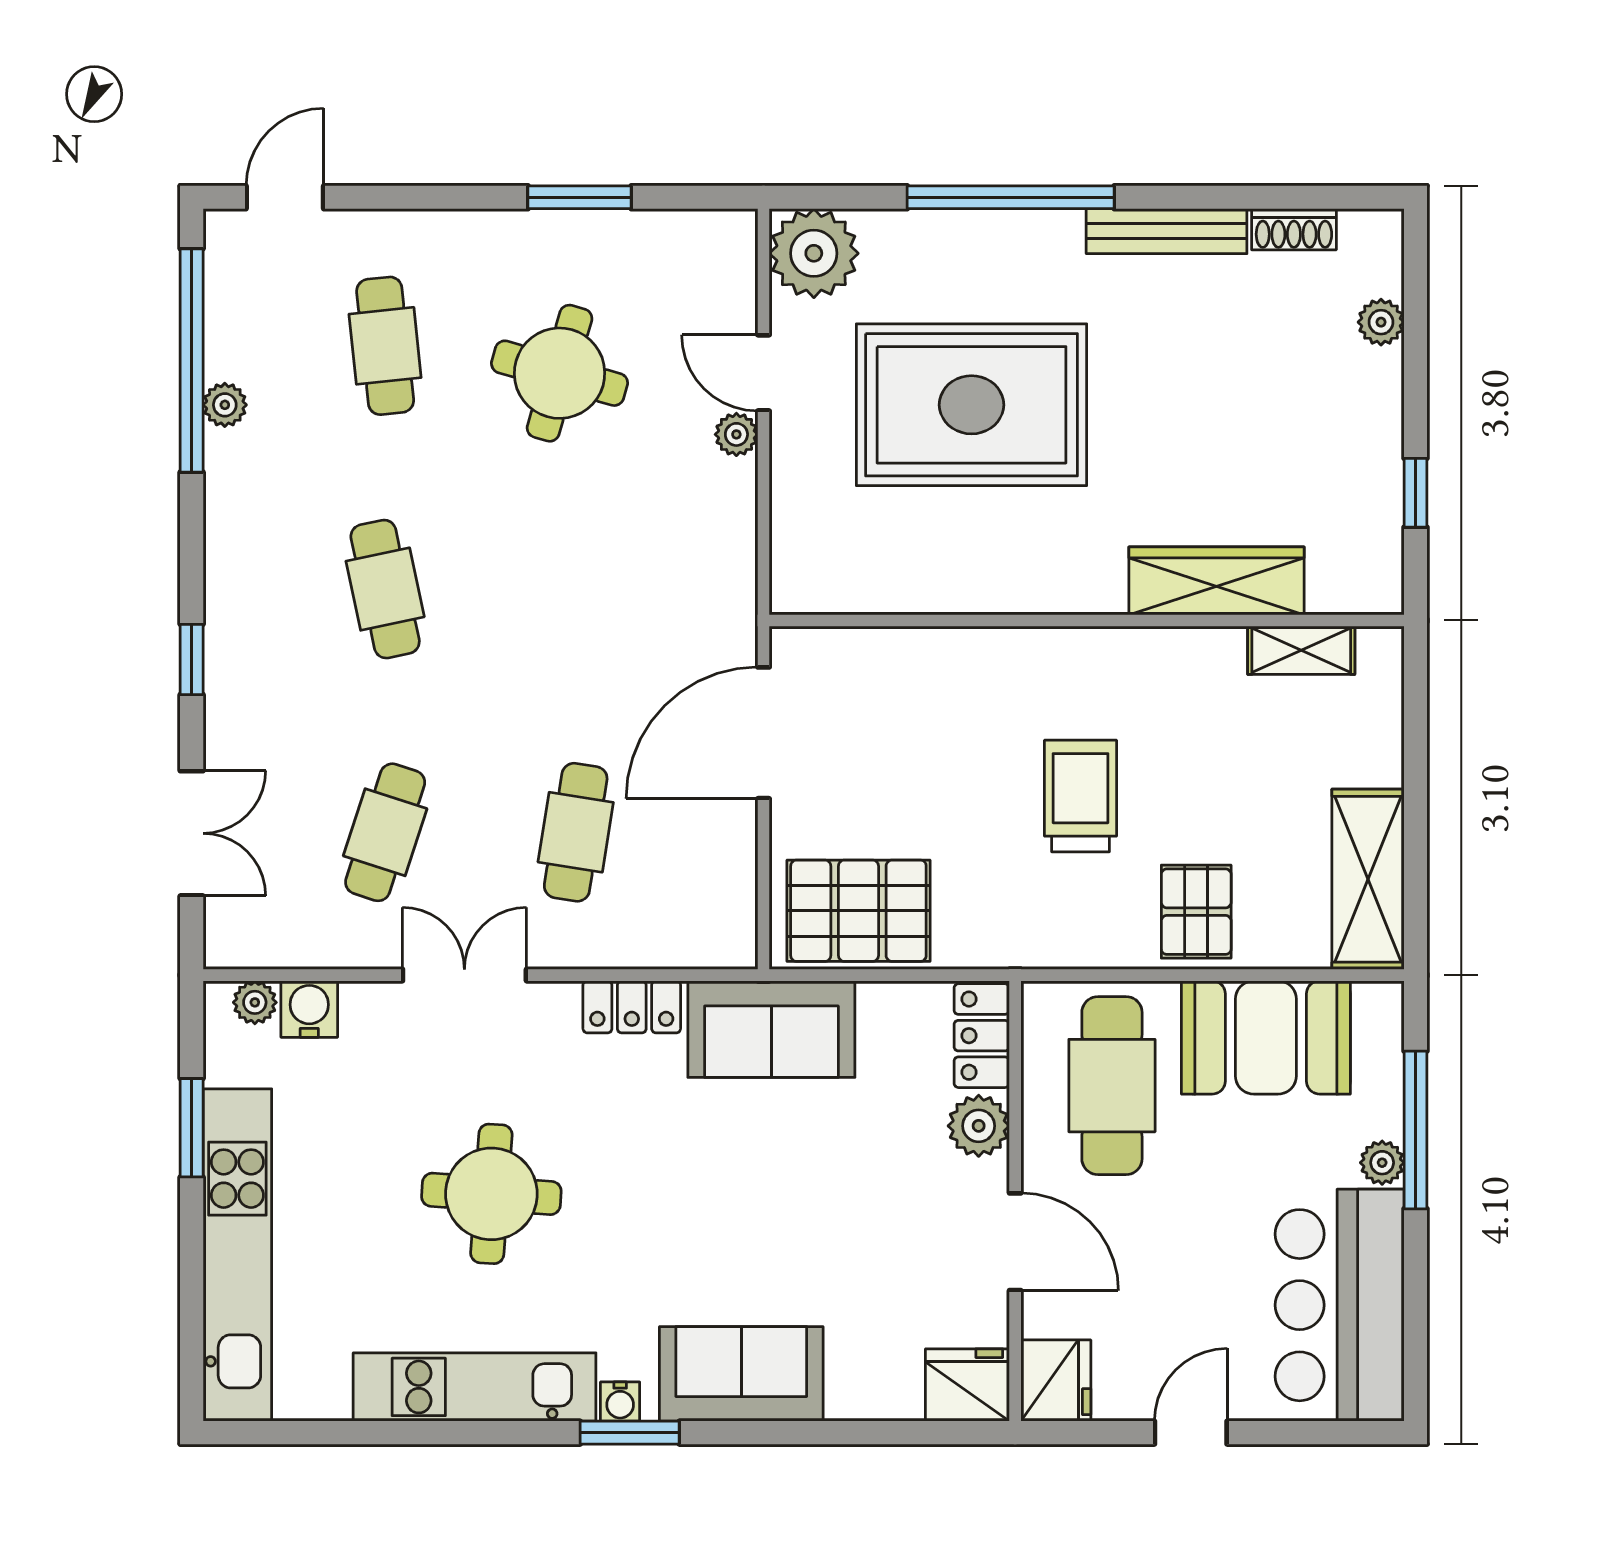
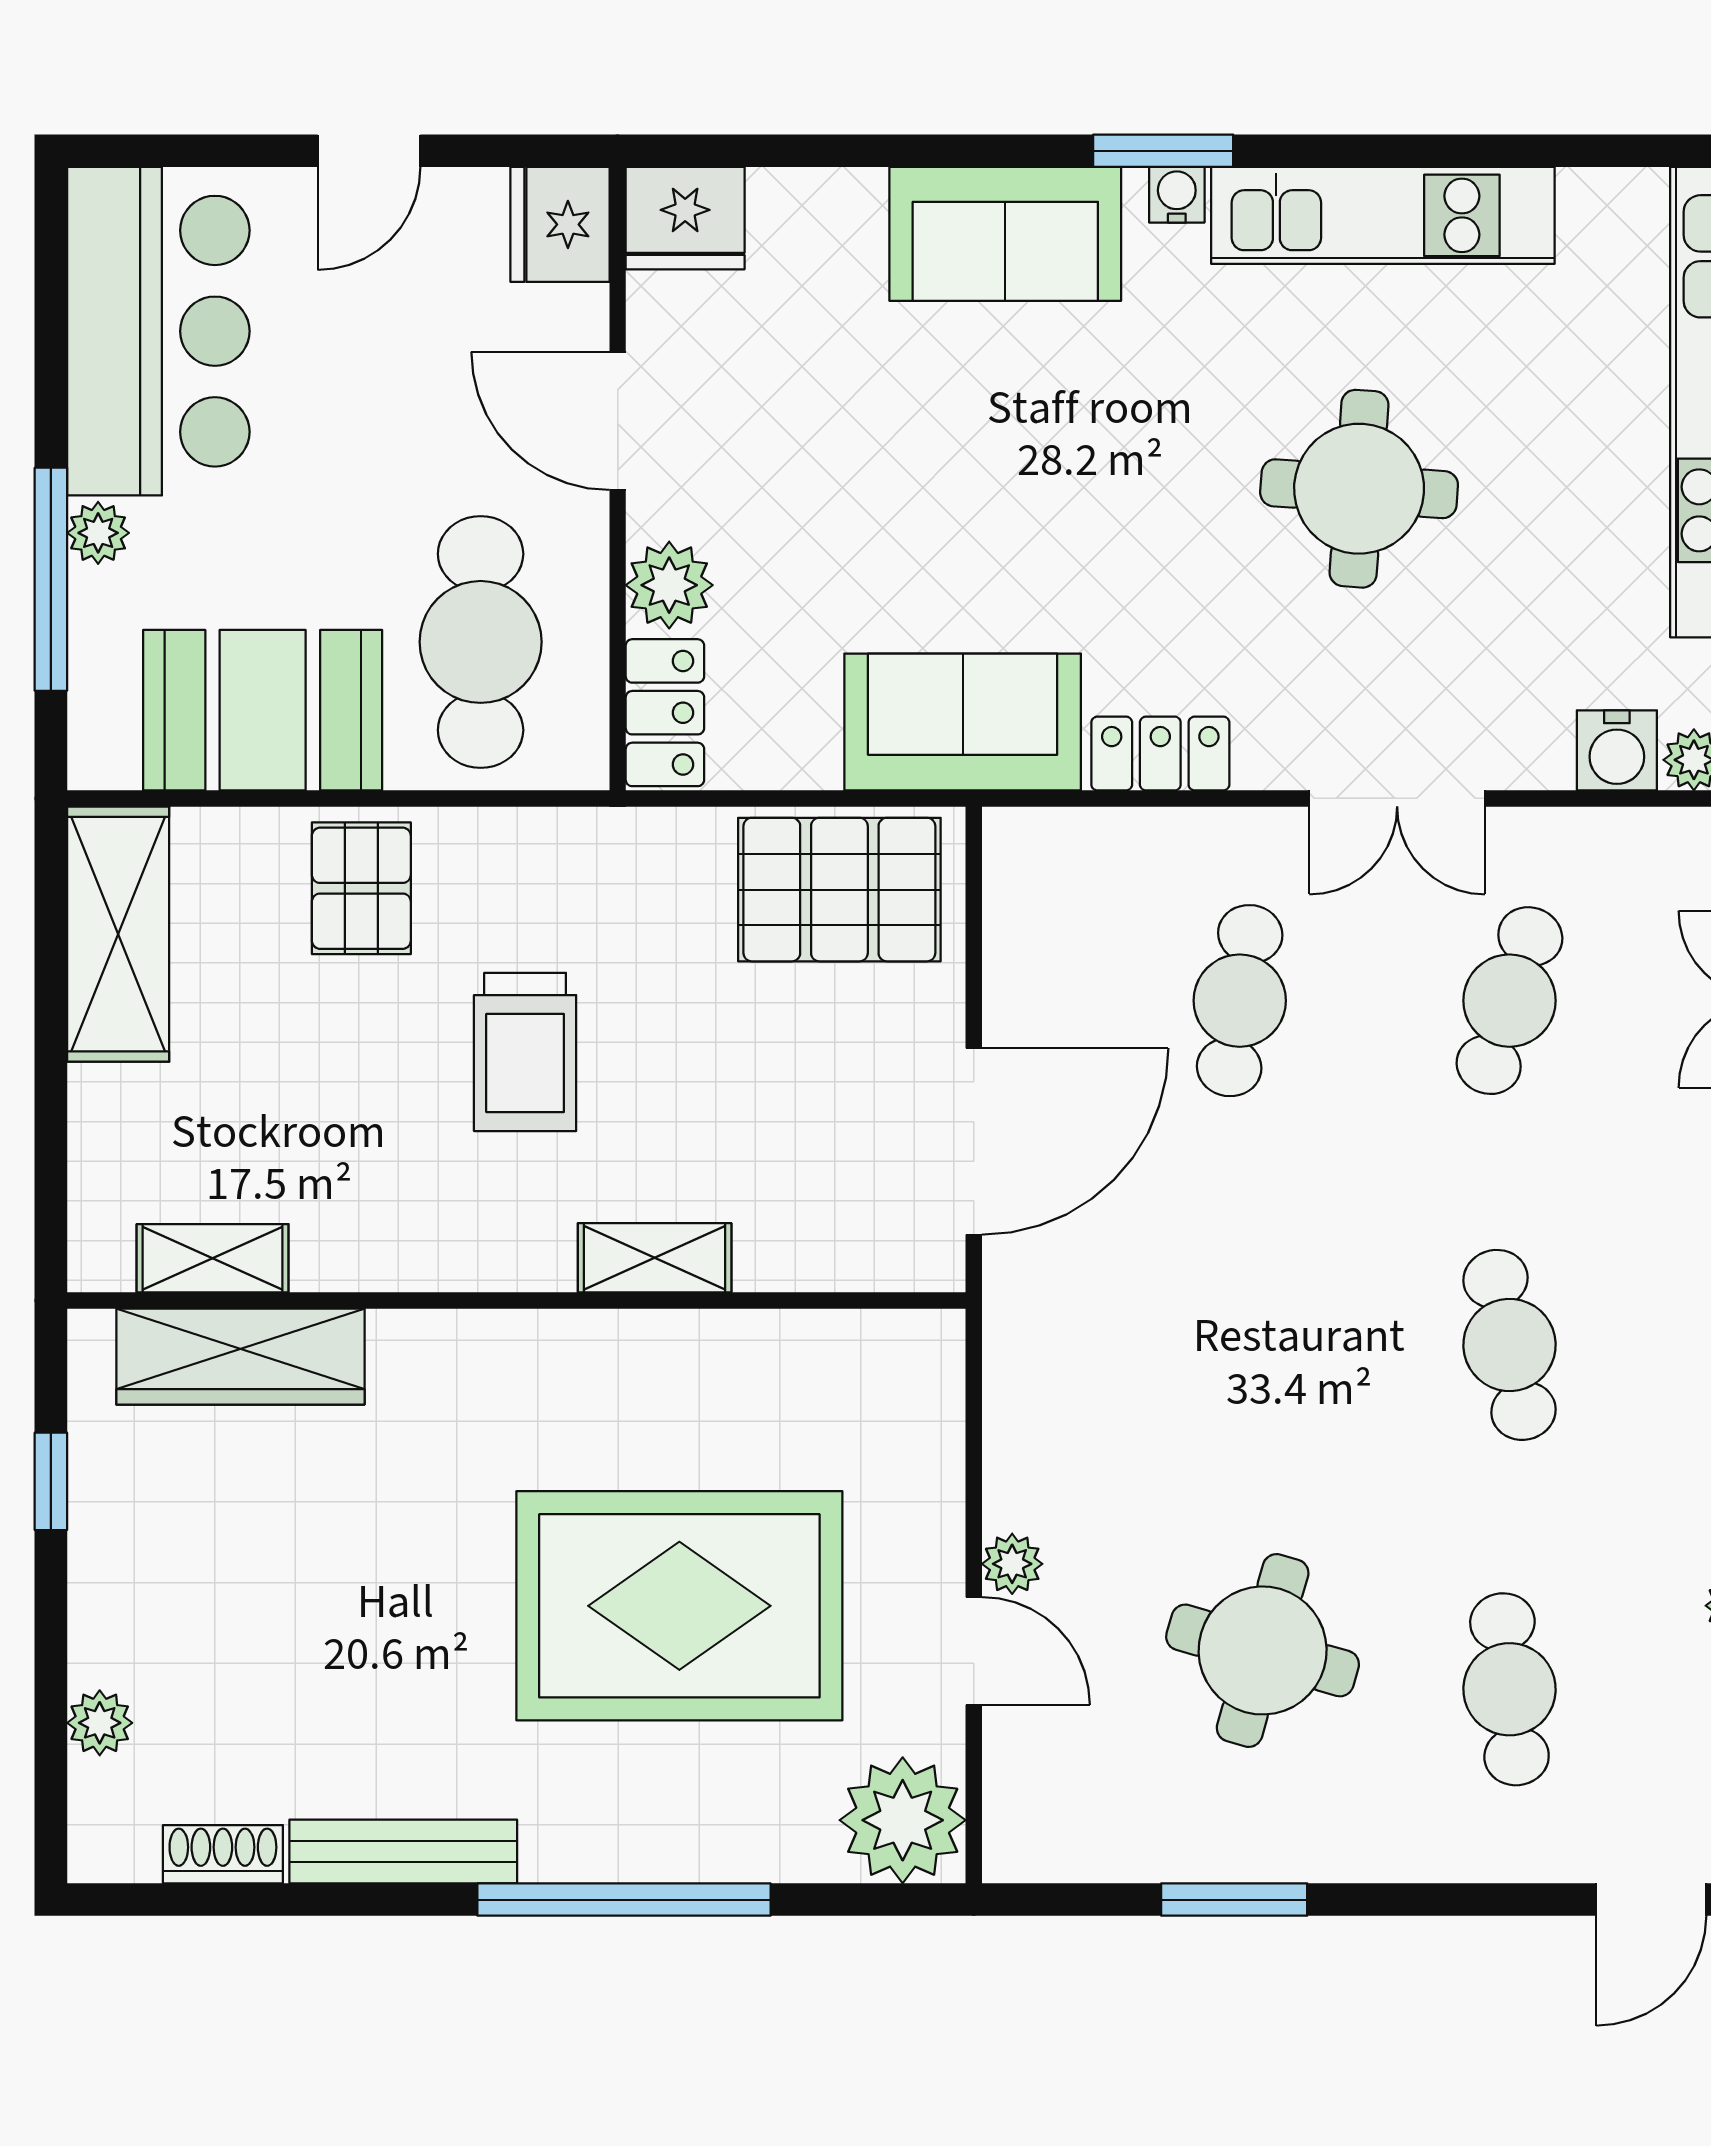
wardrobe: (1216, 581) -> (240, 1357), moved
shelving: (989, 651) -> (655, 1258), added

